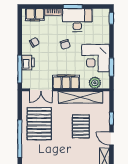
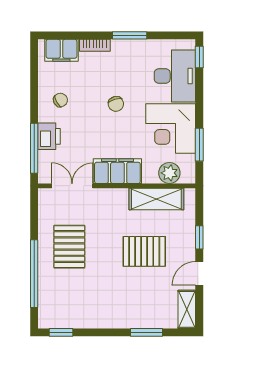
desk: (77, 20) -> (175, 76), moved, turned 90
double door: (41, 90) -> (72, 186), swing flipped
shelving: (81, 97) -> (156, 199), width x0.68
pallet: (39, 124) -> (69, 247), width x0.73, depth x0.71
pallet: (81, 126) -> (144, 251), turned 90
door: (111, 139) -> (199, 273), hinge flipped

